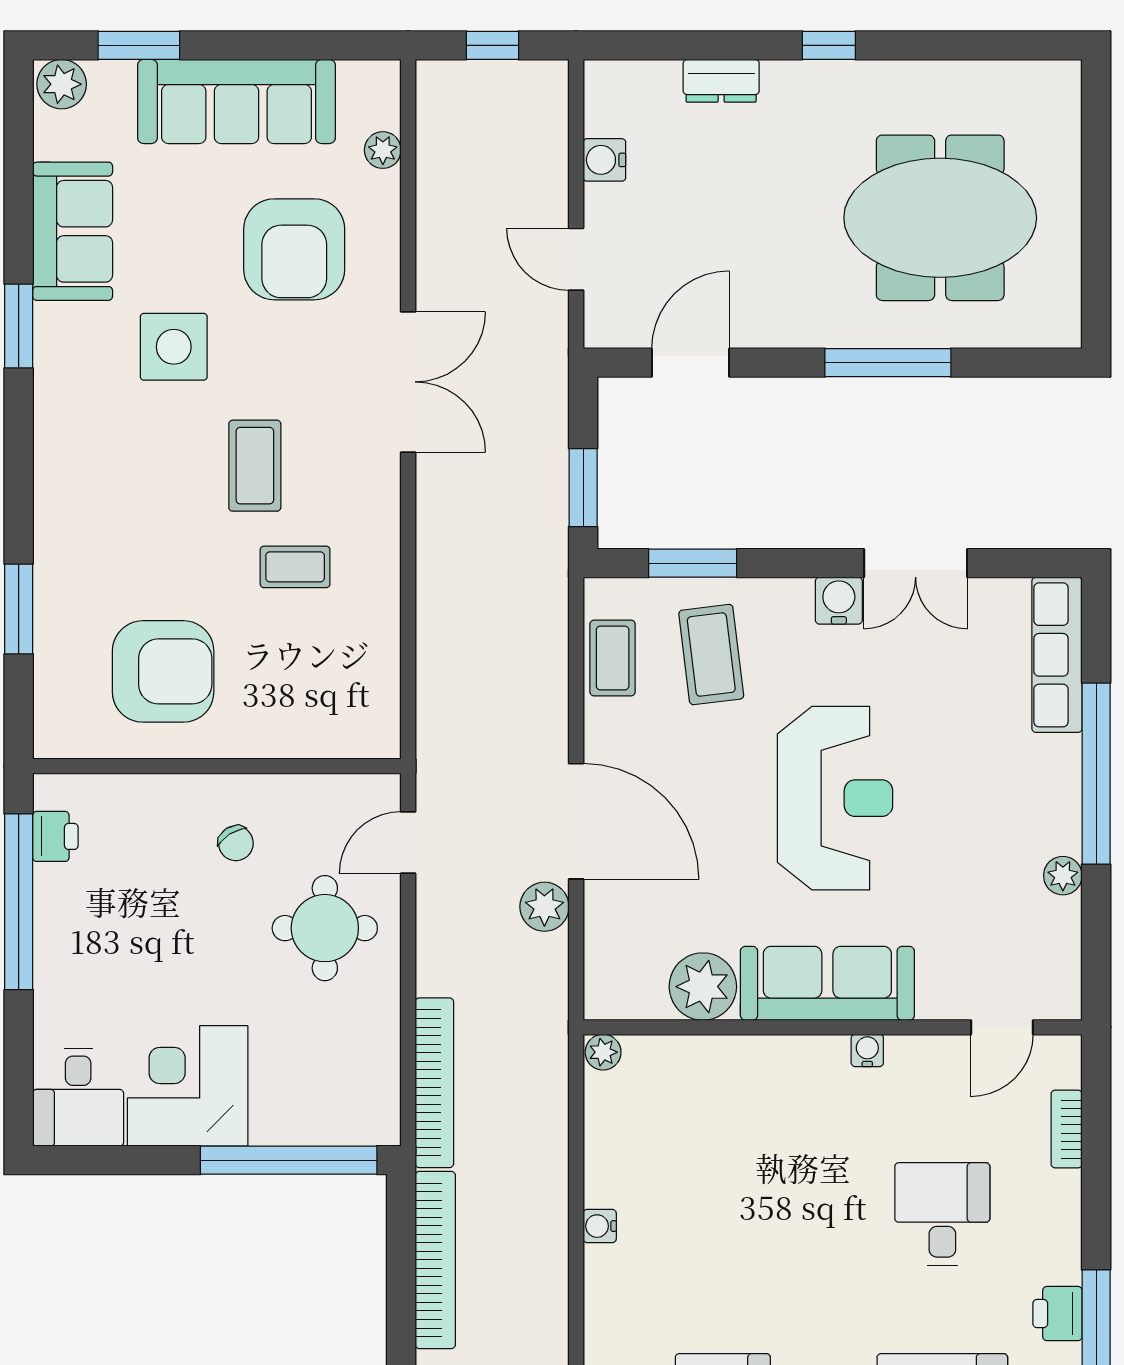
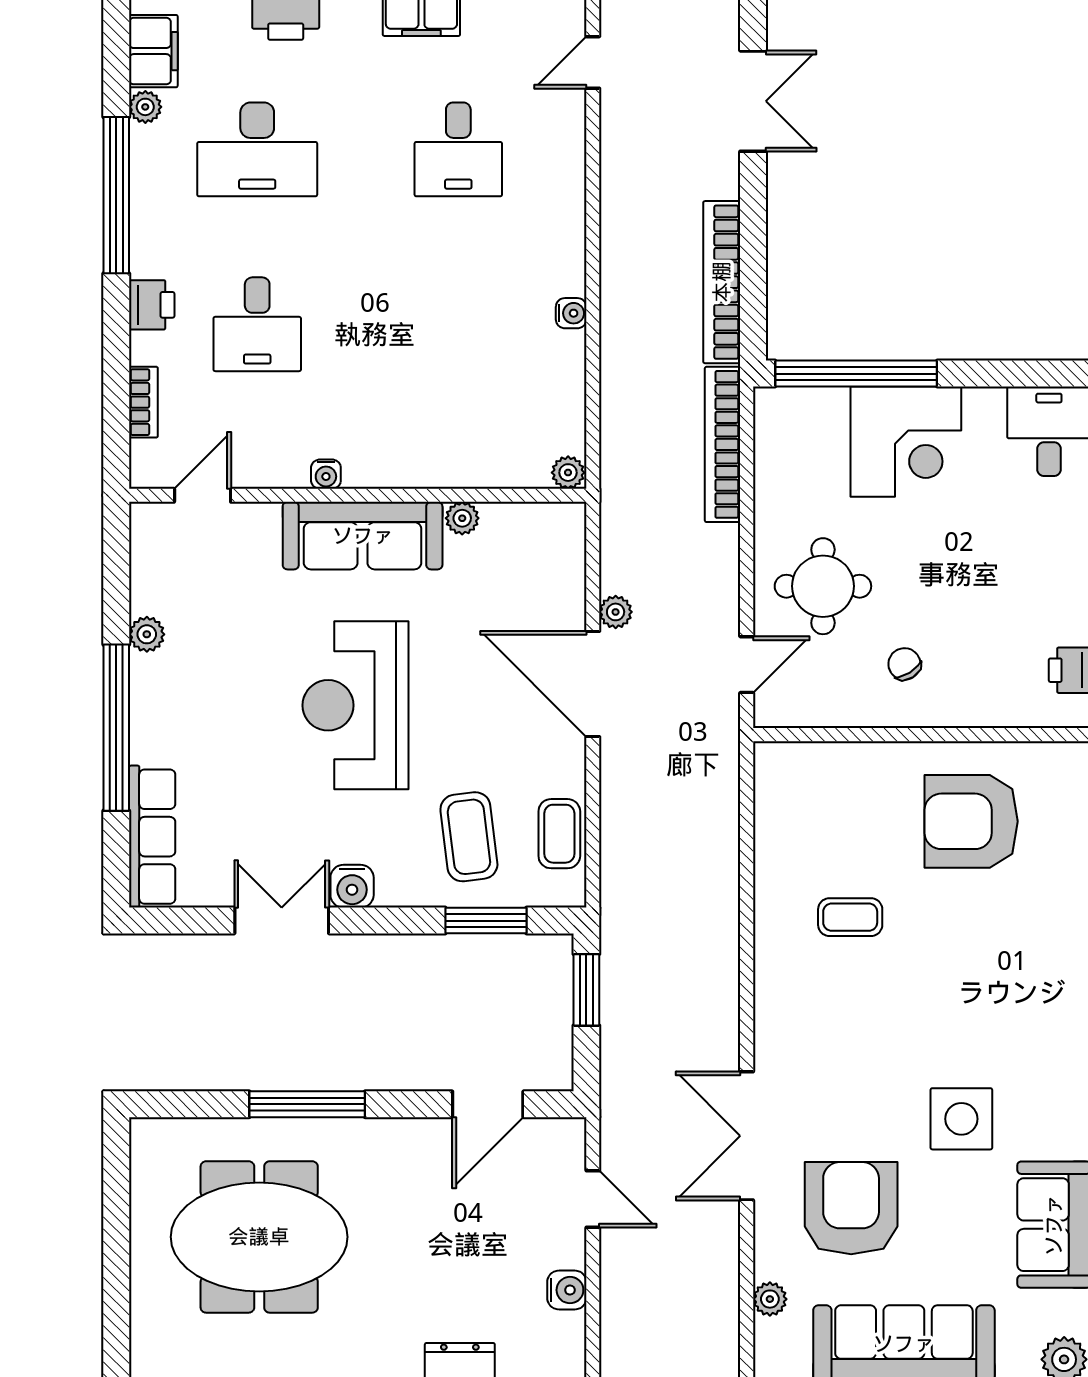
double door: (408, 382) -> (747, 1136), moved
coffee table: (255, 466) -> (887, 1010), removed
plant: (544, 907) -> (616, 612), width x0.73, depth x0.73
plant: (703, 987) -> (462, 518), width x0.53, depth x0.53
corner desk: (188, 1086) -> (906, 442), moved
printer: (1057, 1314) -> (152, 305), moved

